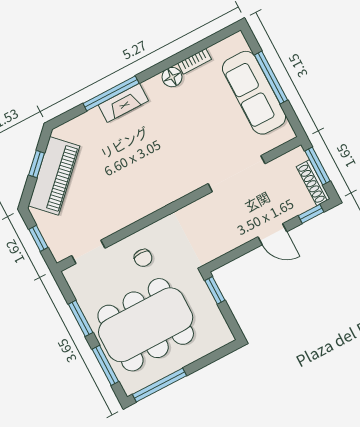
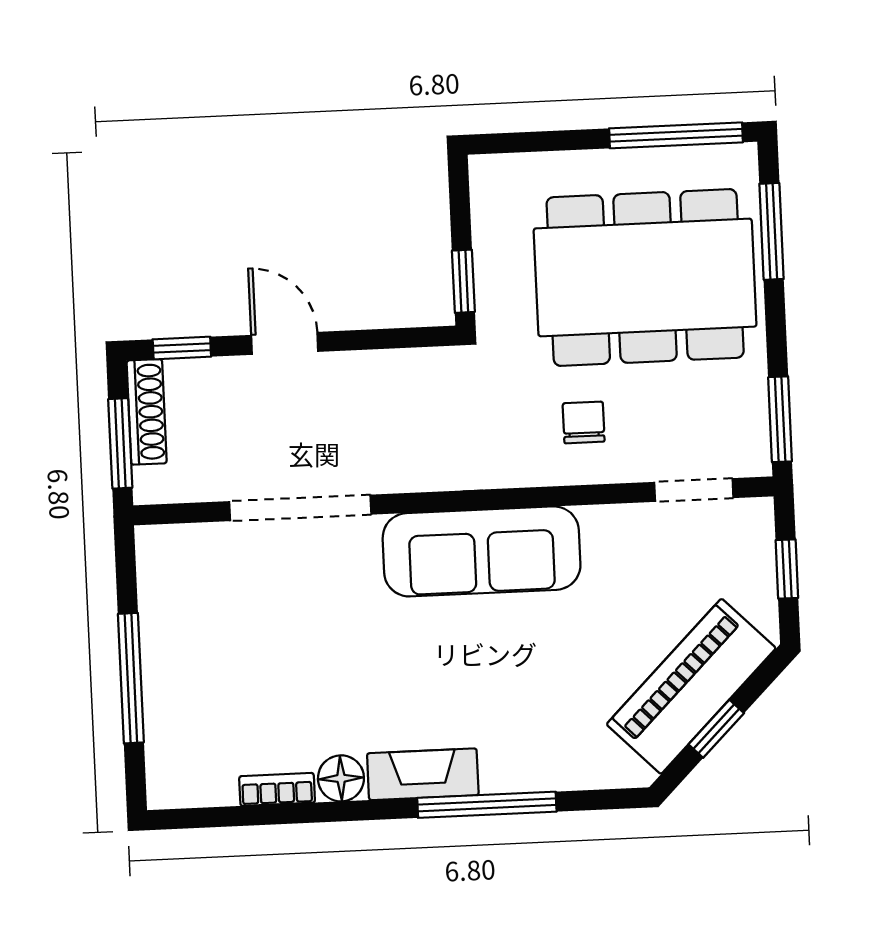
sofa: (254, 93) -> (482, 551), moved, turned 90
fireplace: (123, 103) -> (423, 774), moved
window: (81, 318) -> (780, 419), moved

